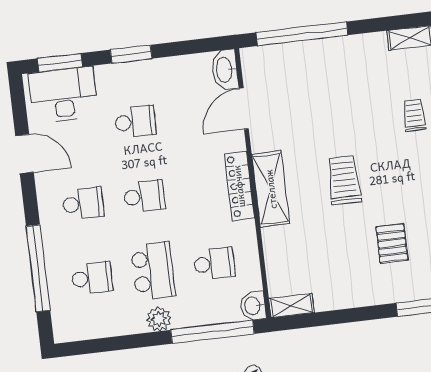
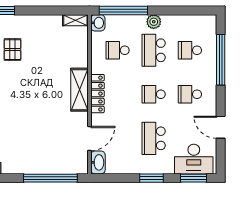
school desk: (135, 122) -> (154, 138), width x1.85
trolley: (344, 180) -> (36, 90), removed

